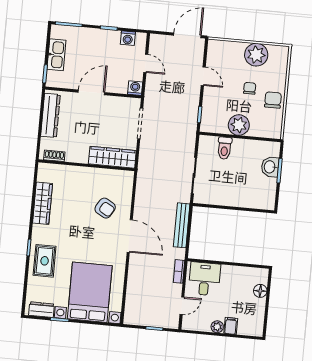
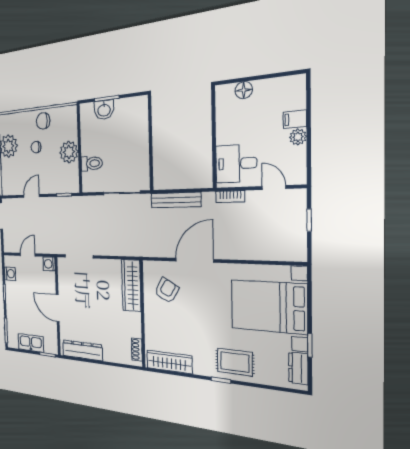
shoe rack: (54, 156) -> (137, 349), moved
wardrobe: (112, 157) -> (131, 285), moved
wall: (86, 165) -> (143, 314), moved

